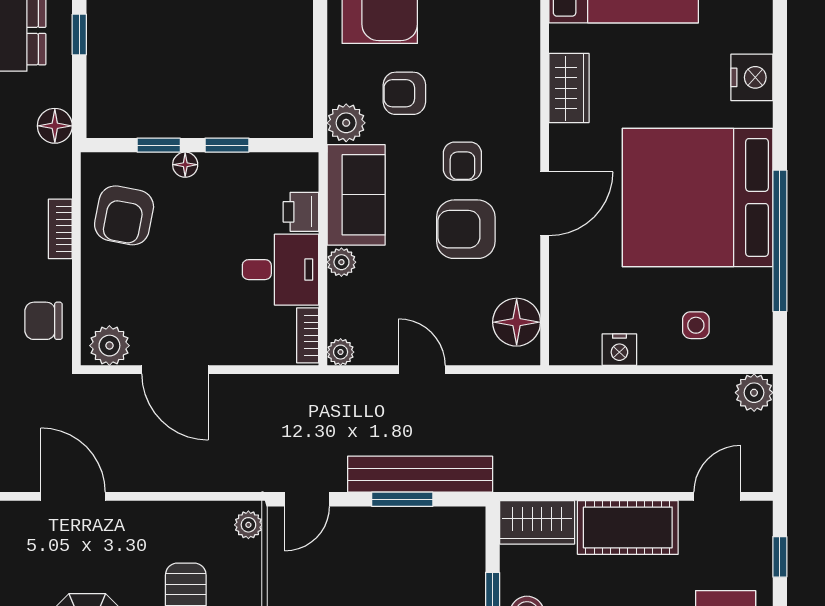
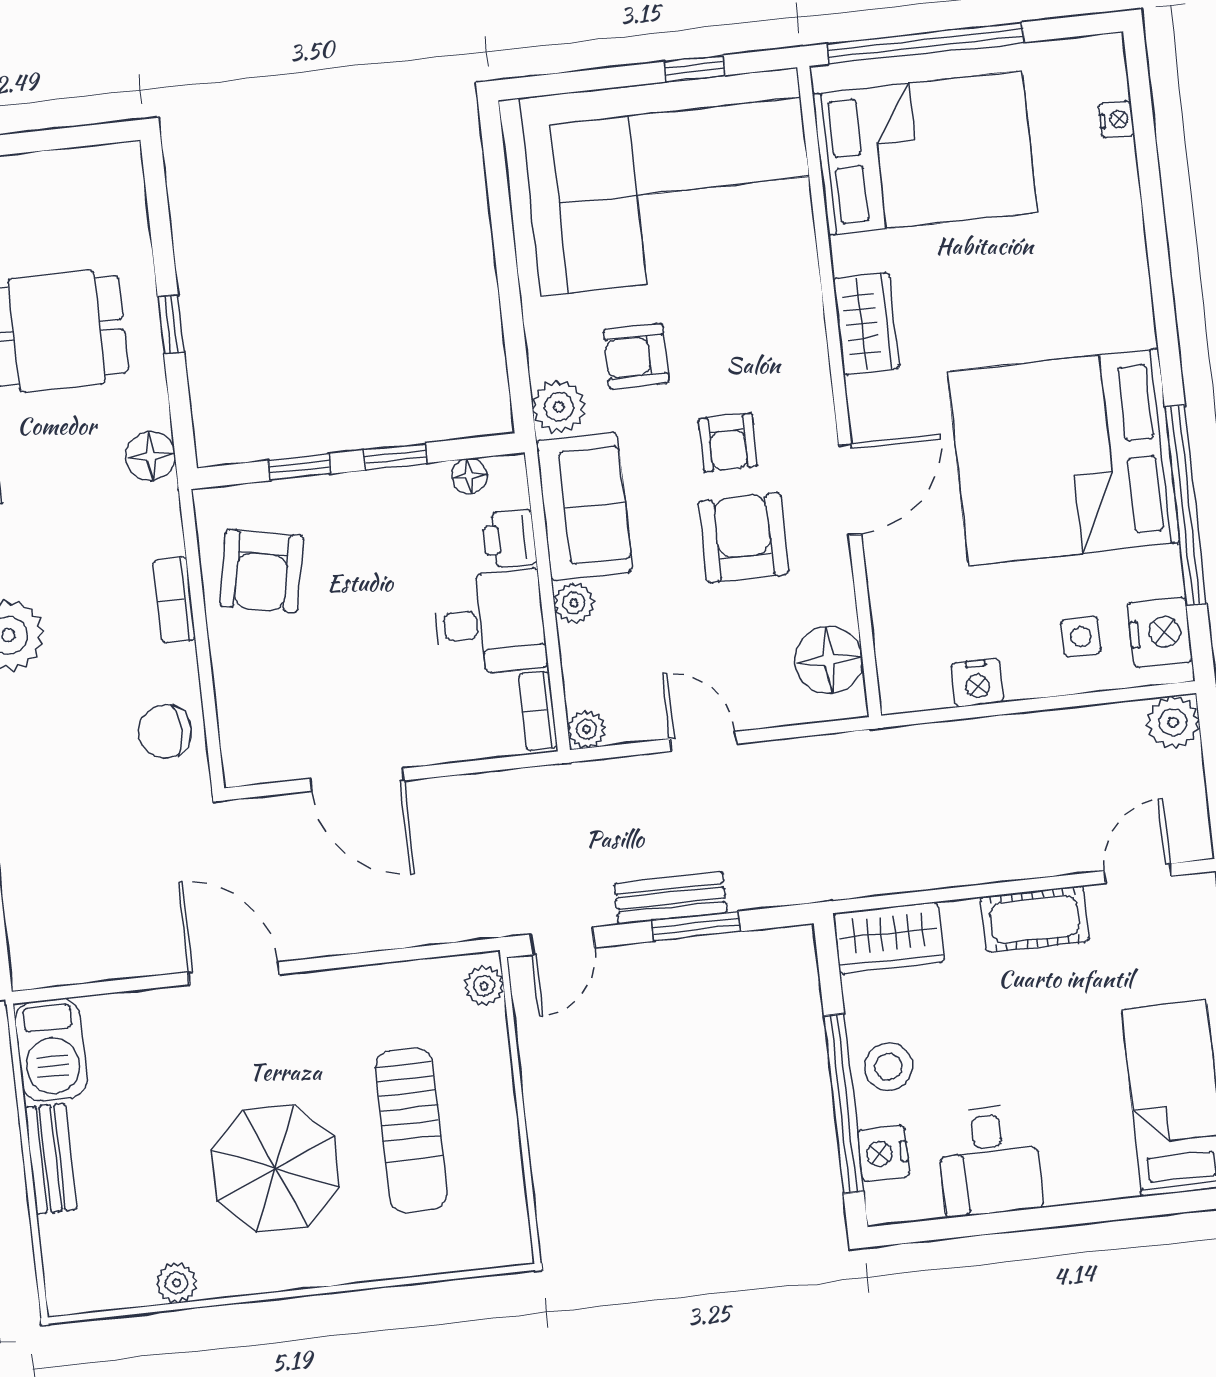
nightstand: (752, 77) -> (1160, 632), moved
floor lamp: (185, 165) -> (470, 476), moved
armchair: (466, 229) -> (743, 538), turned 90
plant: (109, 346) -> (261, 756), removed
bench: (420, 474) -> (670, 898), width x0.54, depth x0.82
cot: (628, 527) -> (1035, 919), width x0.73, depth x0.75

